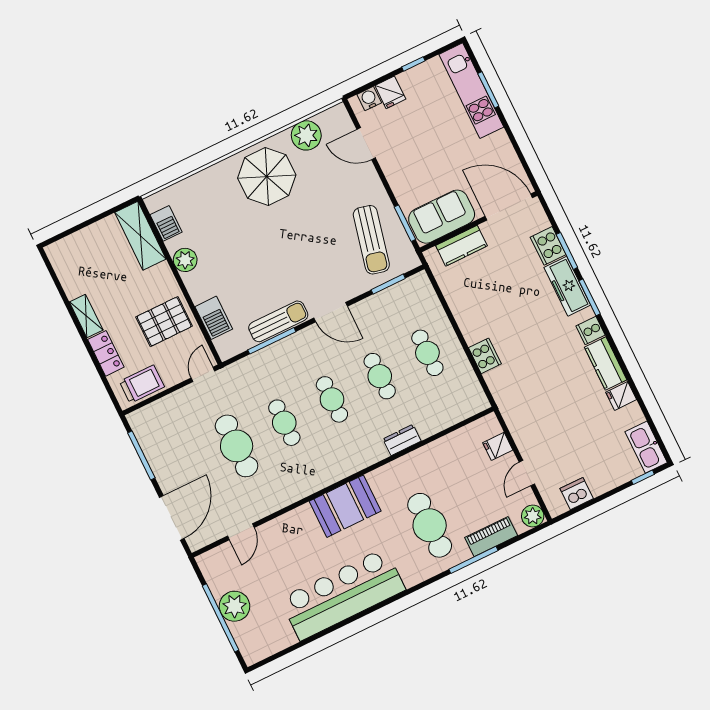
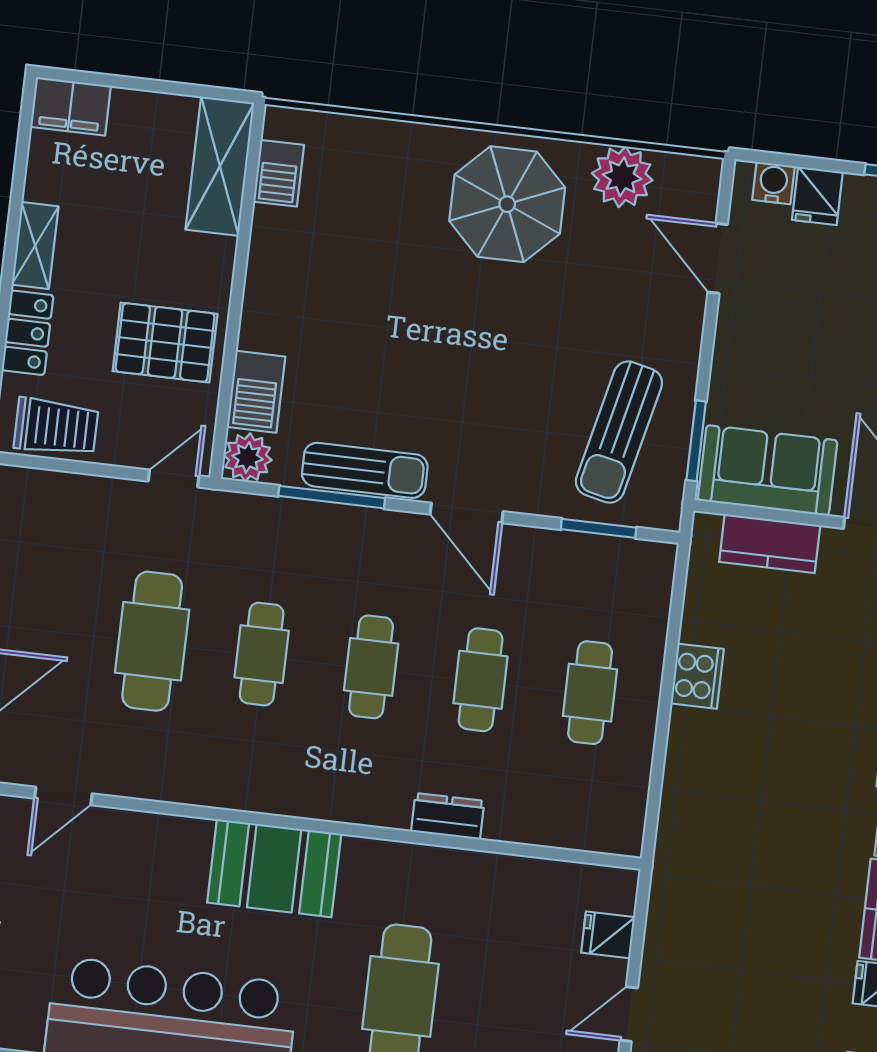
filing cabinet: (64, 250) -> (71, 106), added
plant: (185, 260) -> (248, 457), moved
cooker: (485, 356) -> (697, 676), moved

